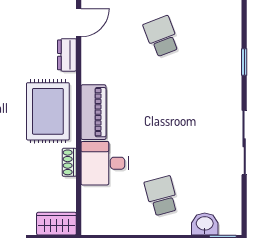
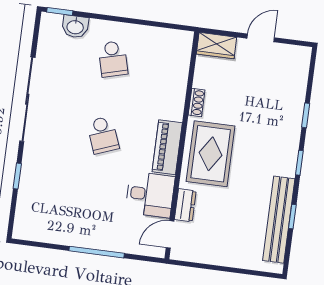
school desk: (161, 36) -> (103, 135), moved
sliding door: (244, 143) -> (27, 99), width x1.36
desk: (105, 163) -> (150, 194), moved

